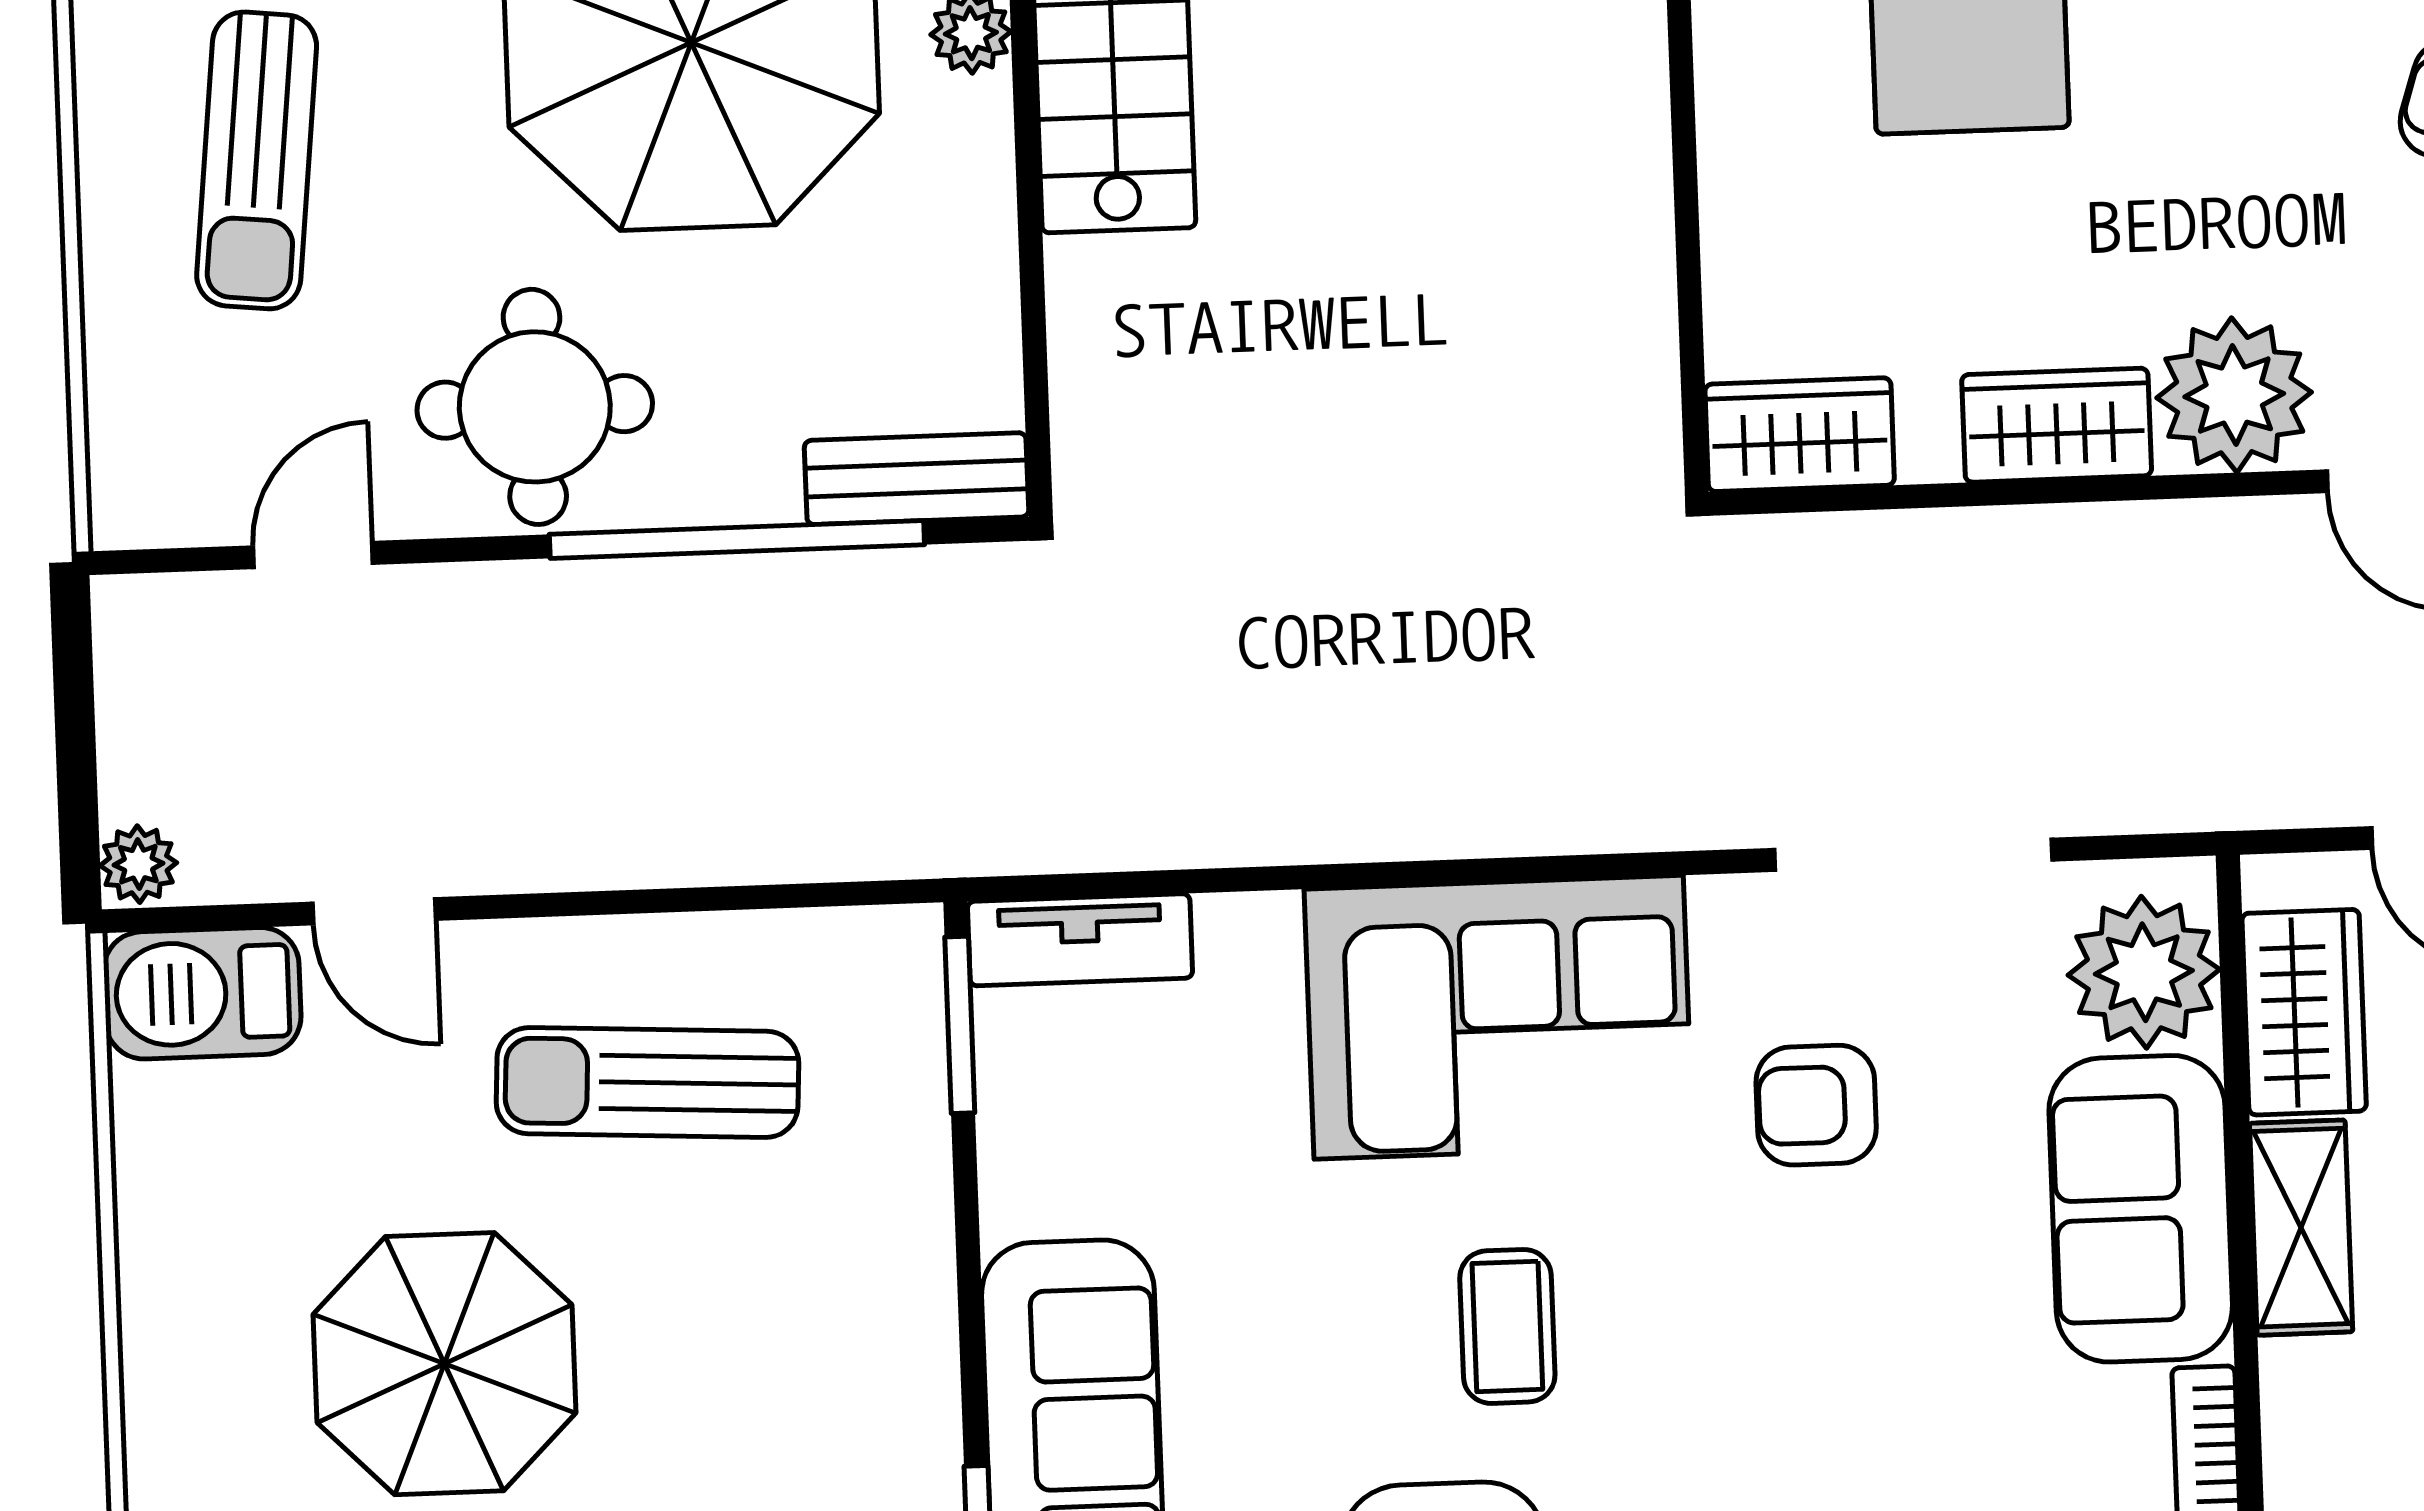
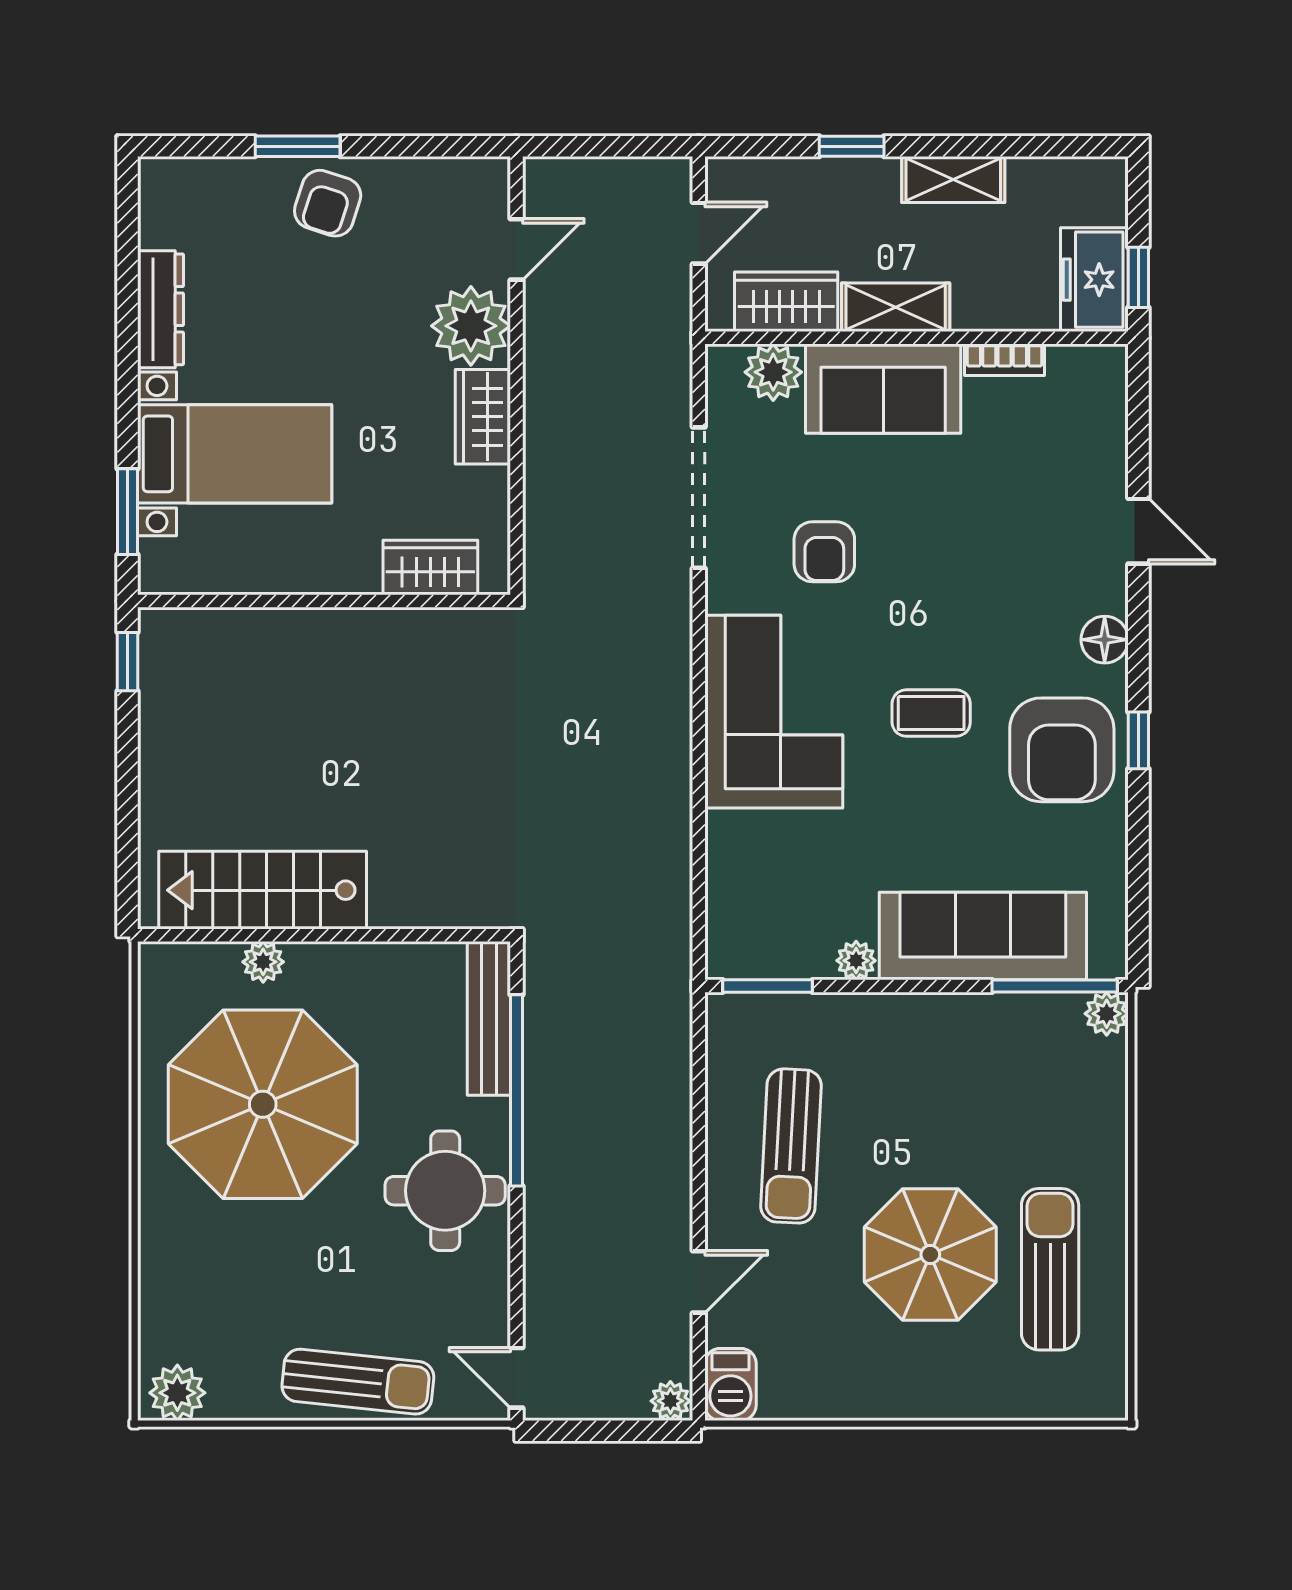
sun lounger: (257, 160) -> (358, 1382), moved
wardrobe: (1800, 435) -> (430, 568), moved, turned 90
bench: (917, 479) -> (489, 1018), width x1.36
door: (313, 555) -> (516, 1378), moved
tv unit: (1080, 940) -> (726, 923), removed
plant: (2144, 972) -> (773, 372), width x0.73, depth x0.73
barbecue: (202, 993) -> (730, 1384), width x0.73, depth x0.79
plant: (1016, 1197) -> (856, 961), added

